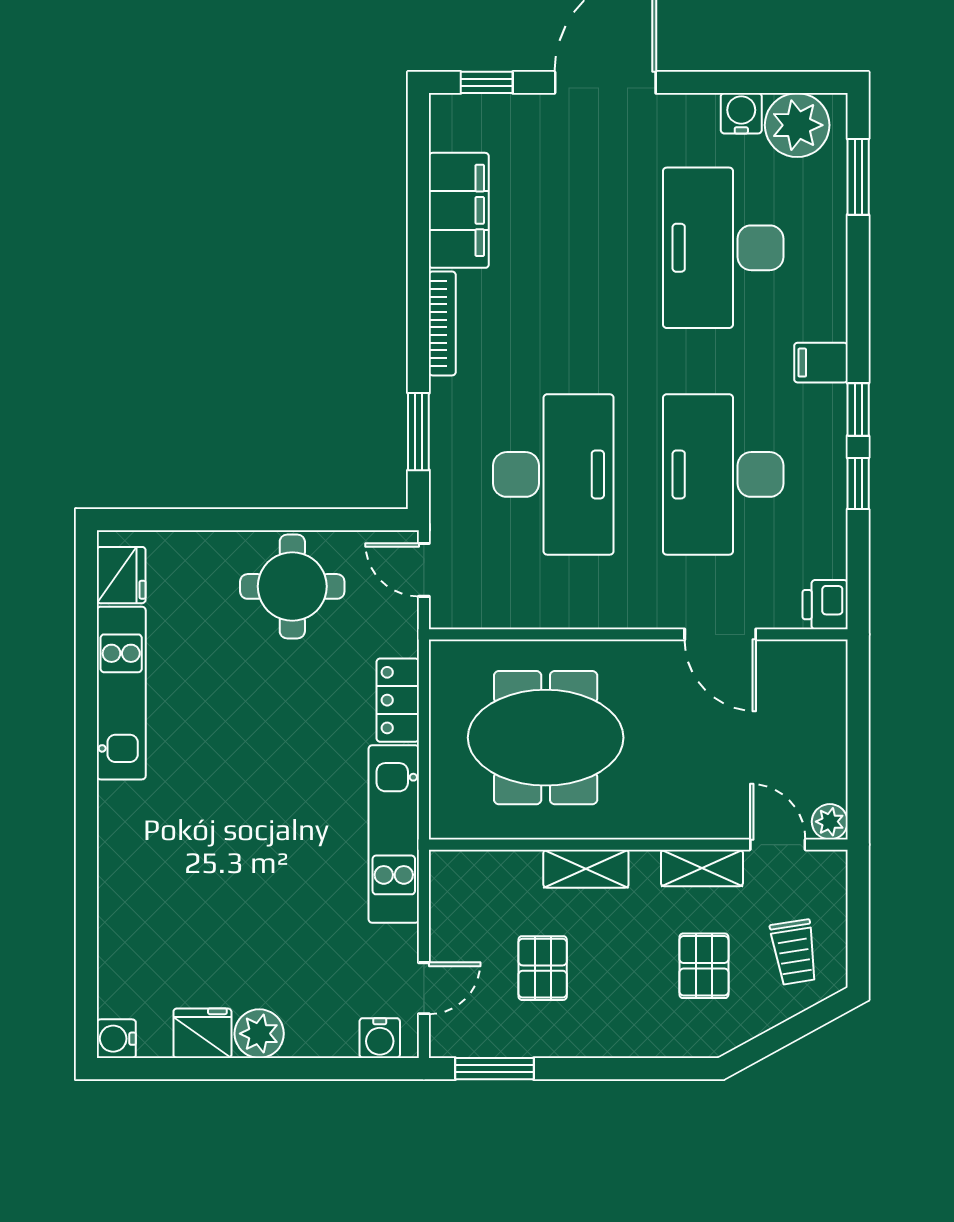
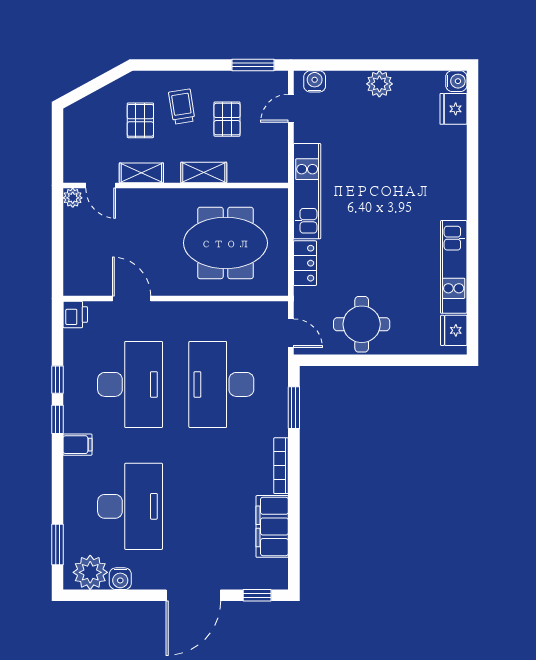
trolley: (794, 952) -> (182, 107), moved
fridge: (202, 1033) -> (453, 109), moved, turned 90

